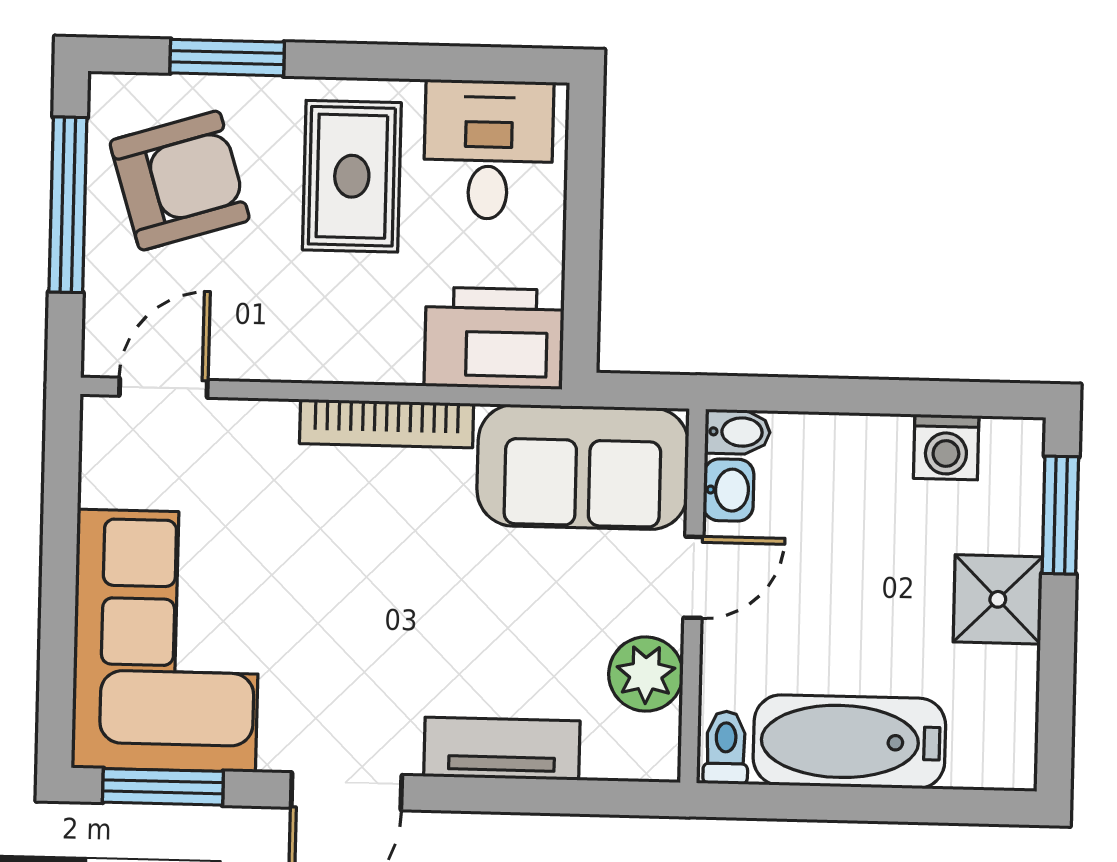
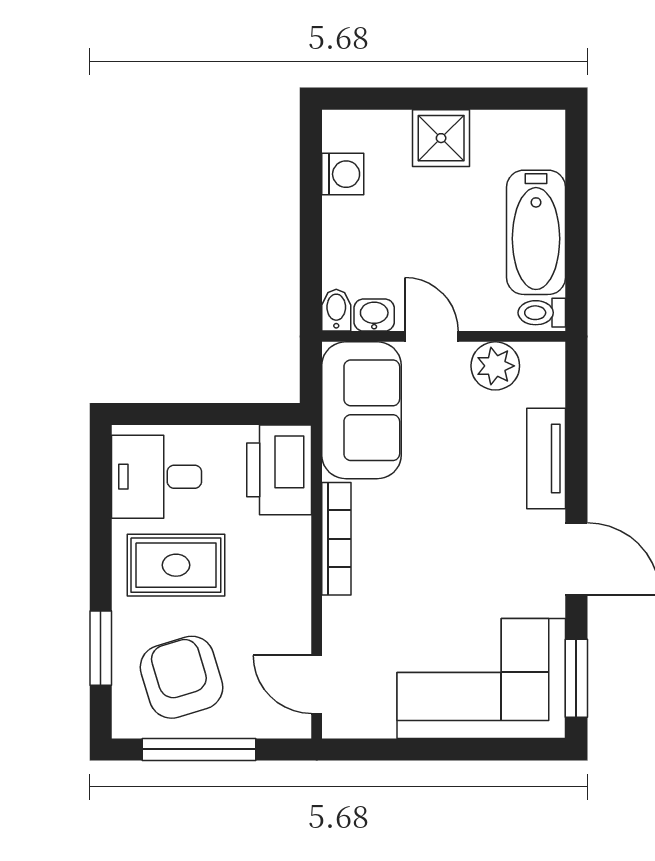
window: (1060, 515) -> (385, 99), removed

